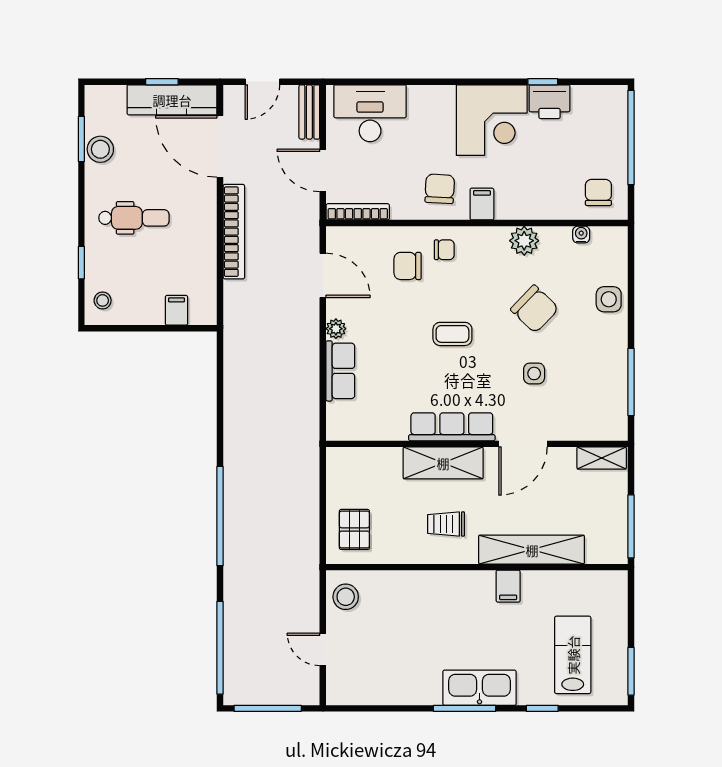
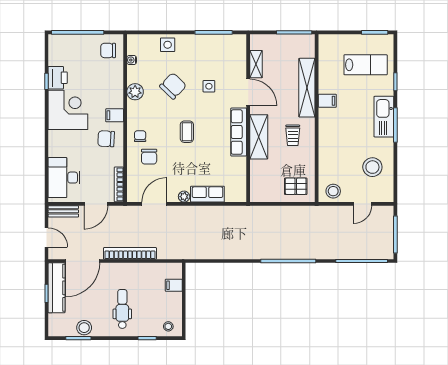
shelving: (602, 458) -> (256, 64), moved
lab bench: (573, 655) -> (366, 65), turned 180
stool: (389, 667) -> (372, 167), added

